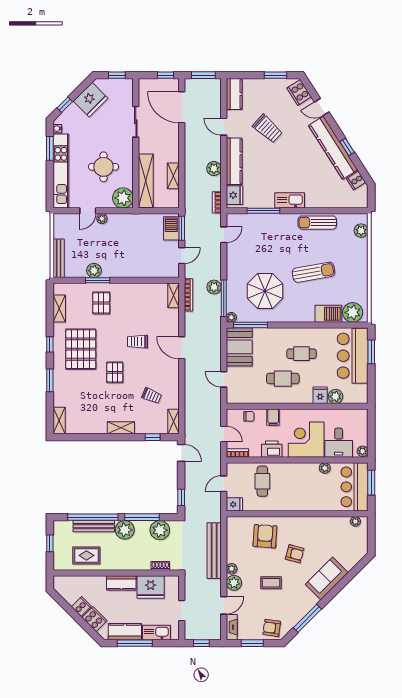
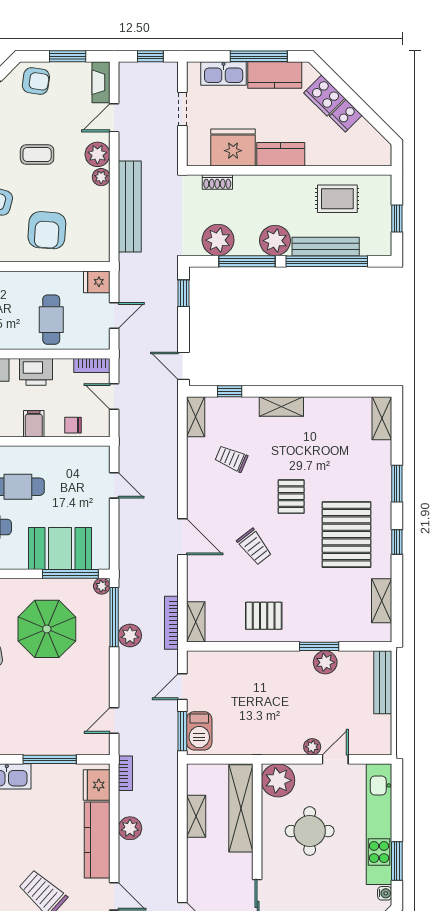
pallet: (101, 303) -> (264, 616), moved, turned 90
trolley: (137, 342) -> (254, 547), turned 52
booth: (239, 347) -> (60, 548), moved, turned 90

